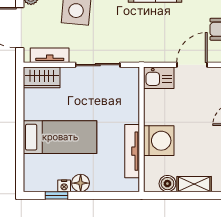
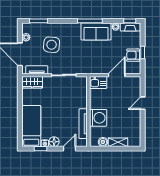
bed: (60, 137) -> (31, 126), moved, turned -90
door: (108, 195) -> (70, 149), added

